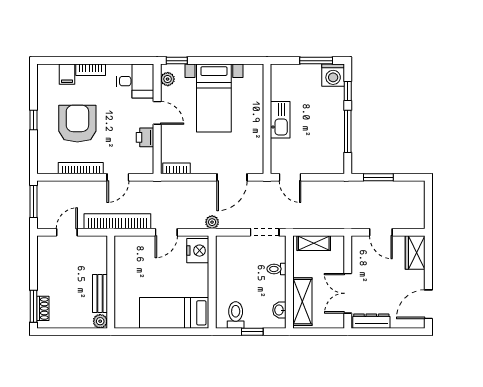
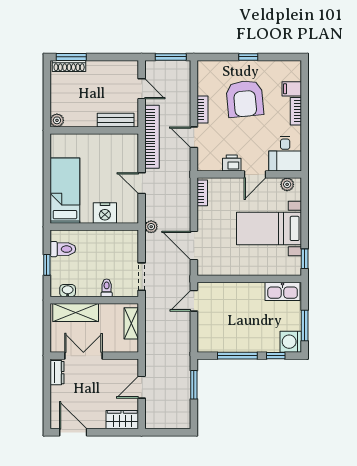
window: (177, 61) -> (305, 259), moved
kitchen sink: (280, 120) -> (283, 291), moved
armchair: (77, 124) -> (245, 99), turned 85
bookcase: (81, 168) -> (202, 110), width x0.64
nightstand: (198, 251) -> (105, 213), moved
bench: (100, 294) -> (116, 120), moved
shoe rack: (43, 308) -> (69, 66), width x1.43
dresser: (371, 321) -> (57, 373), width x0.70

